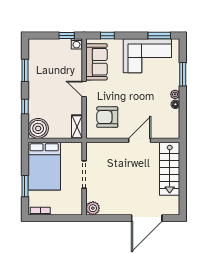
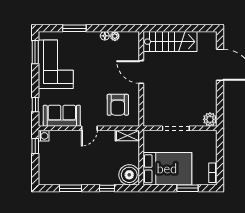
plant: (175, 94) -> (115, 36), moved

